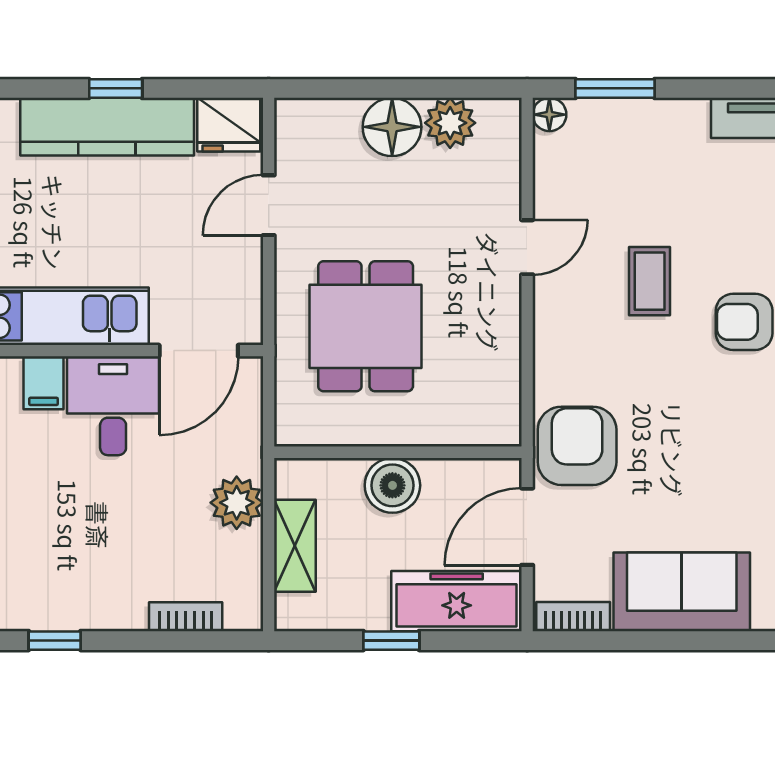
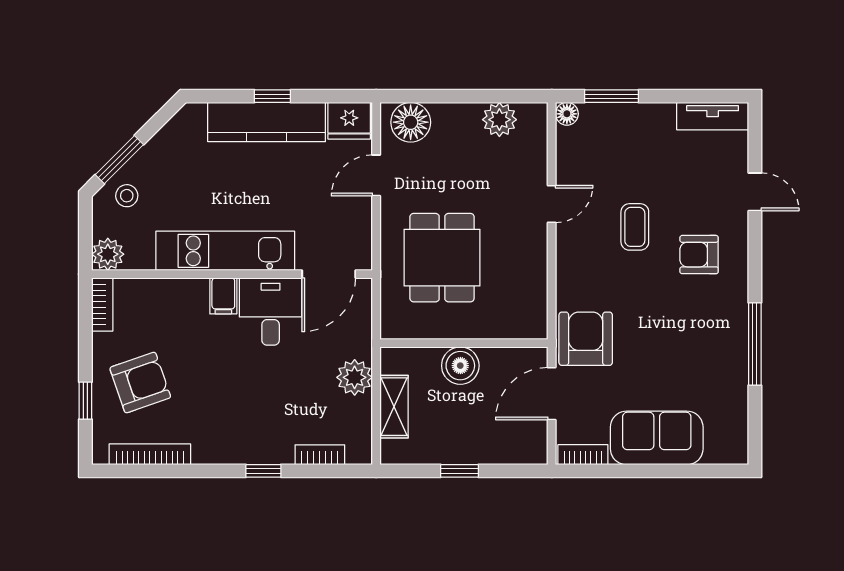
floor lamp: (392, 127) -> (411, 122), moved
freezer: (457, 601) -> (504, 444), removed
window: (55, 641) -> (263, 471), moved

